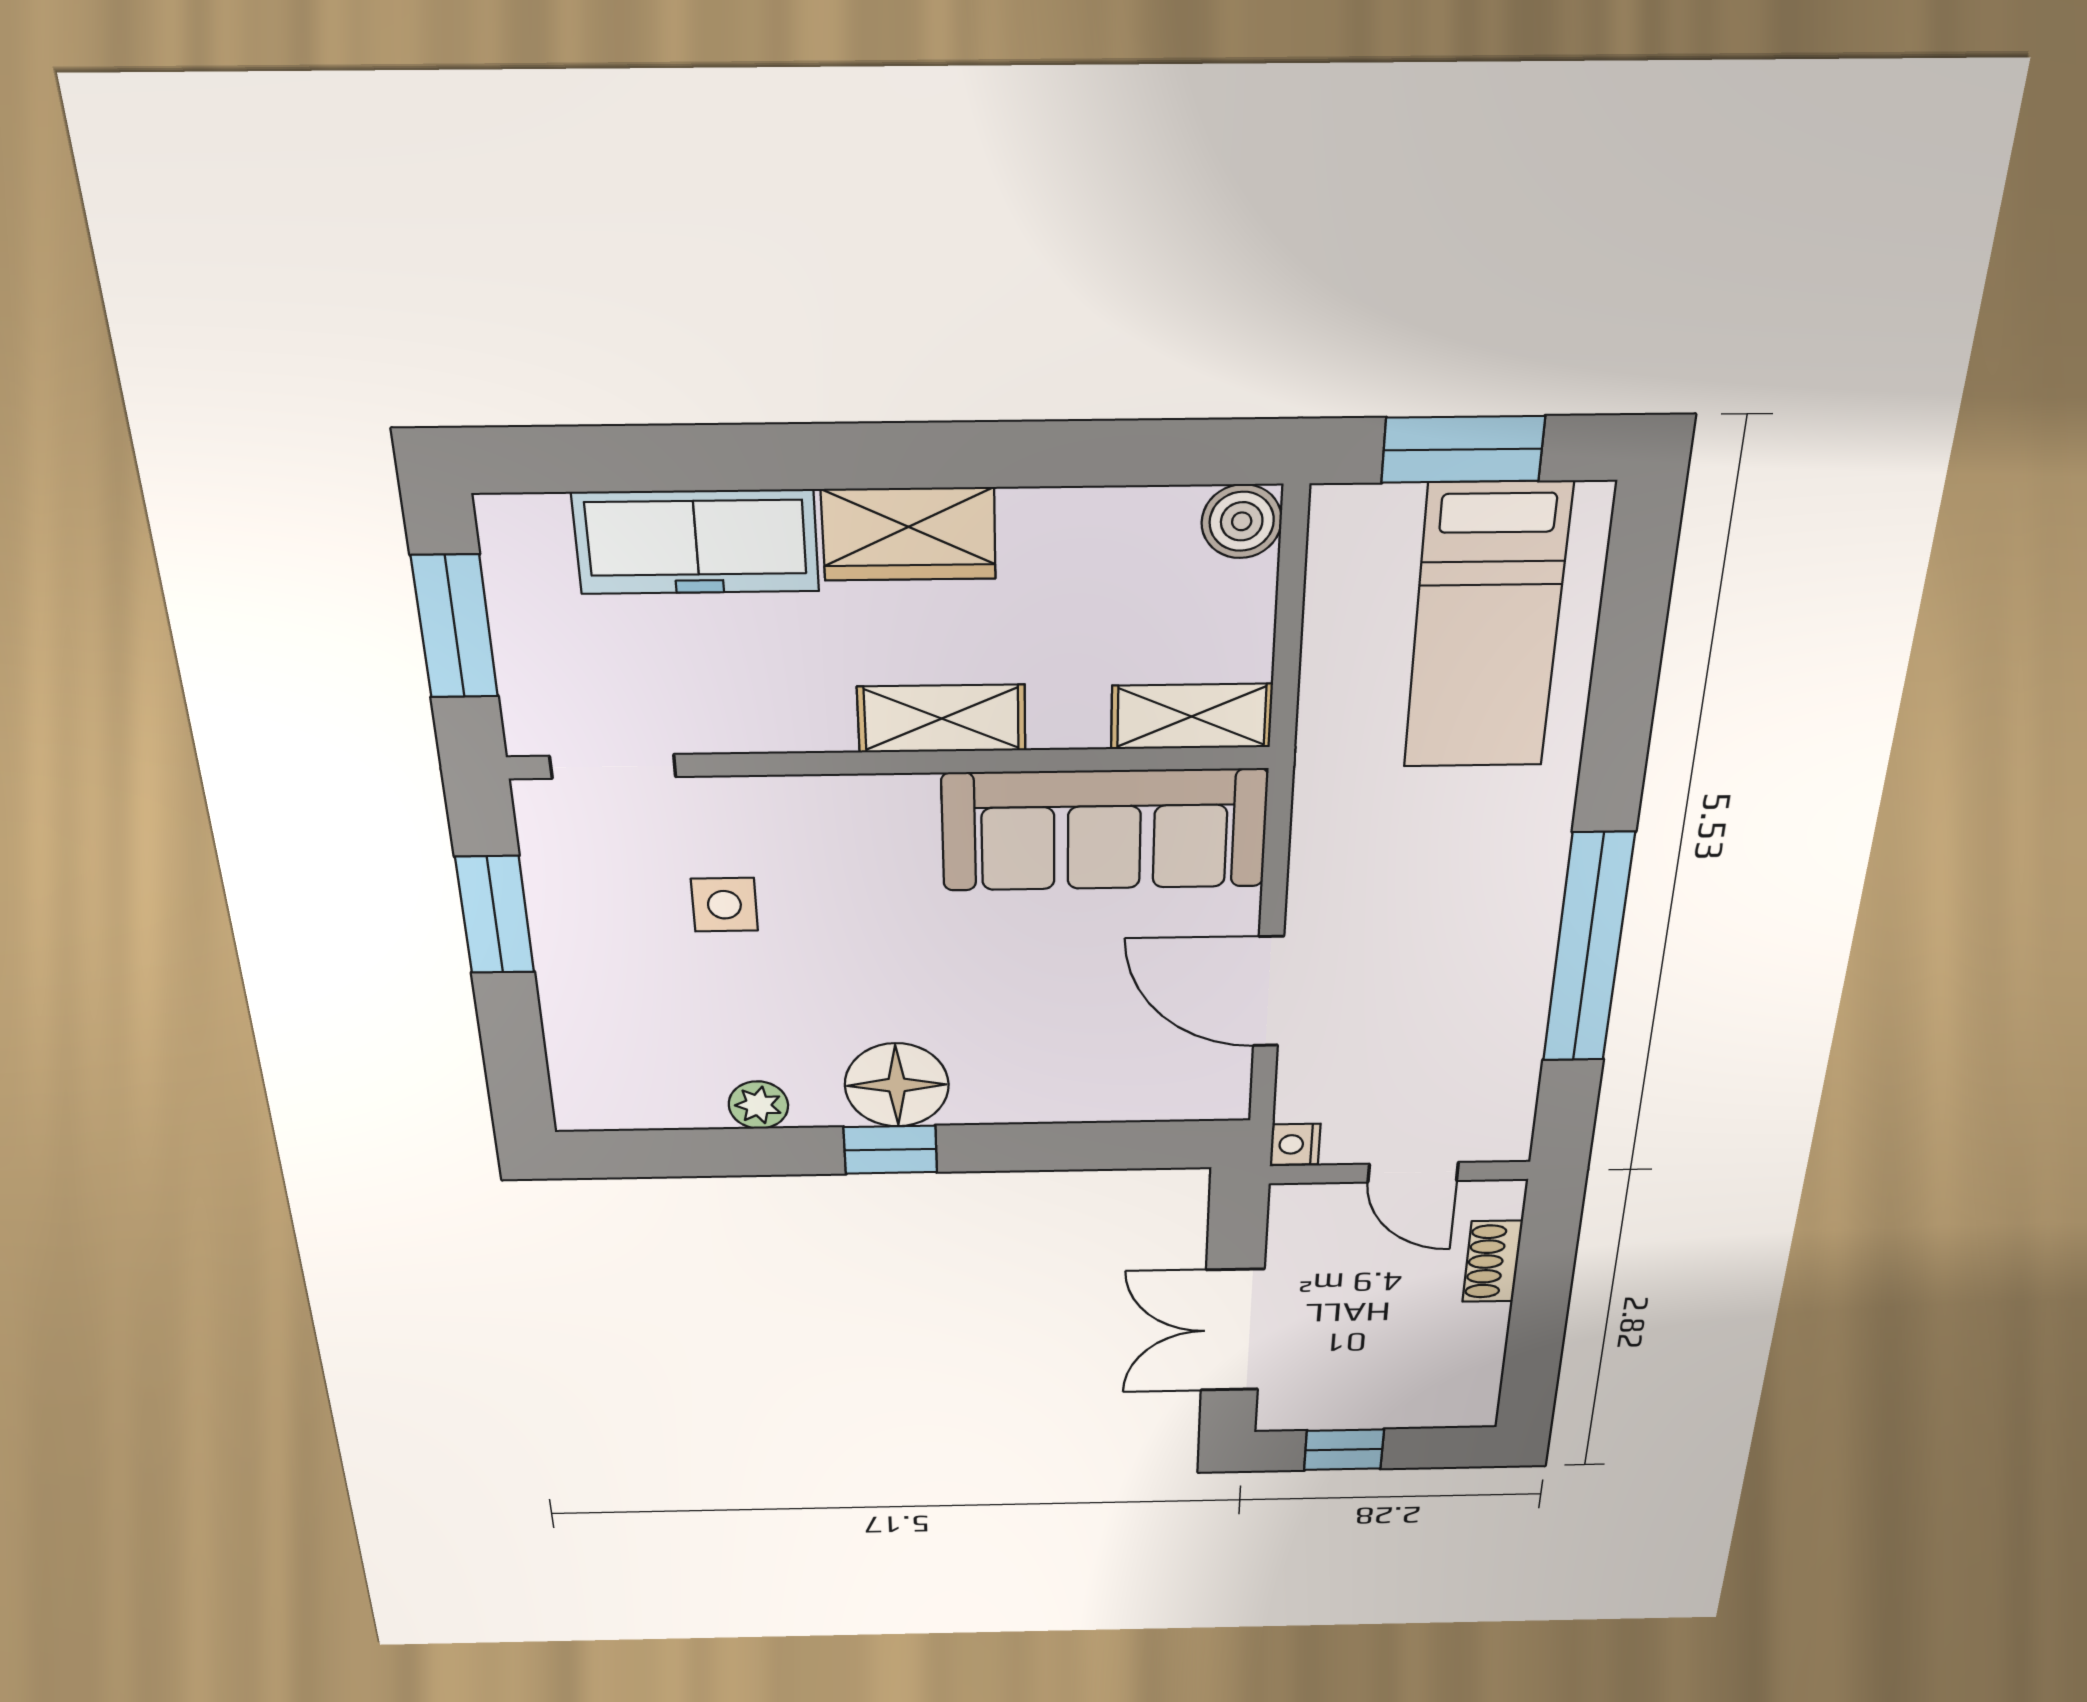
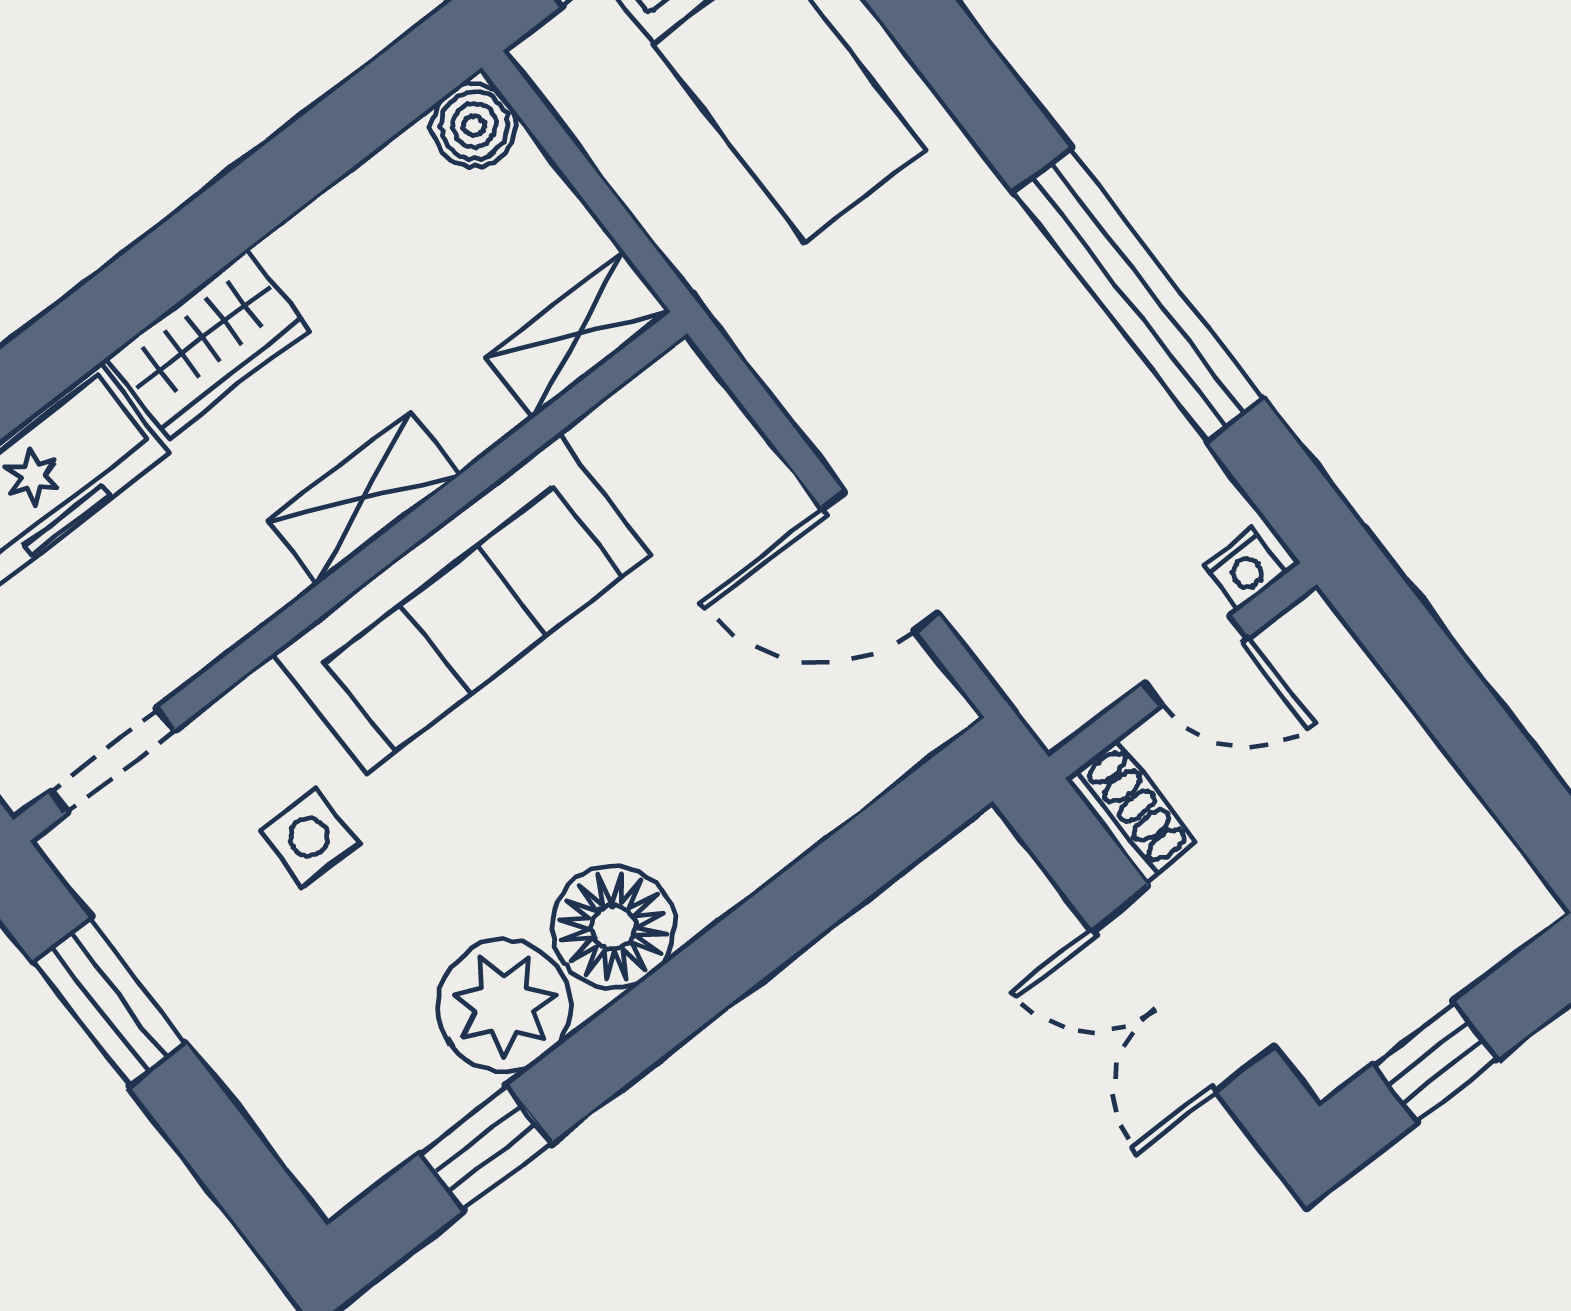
sofa: (1104, 830) -> (462, 604), moved
plant: (758, 1105) -> (504, 1006), width x1.88, depth x1.88
nightstand: (1295, 1144) -> (1245, 569), moved, turned -90
window: (890, 1150) -> (486, 1148), moved
shoe rack: (1492, 1261) -> (1131, 811), moved, turned 180

